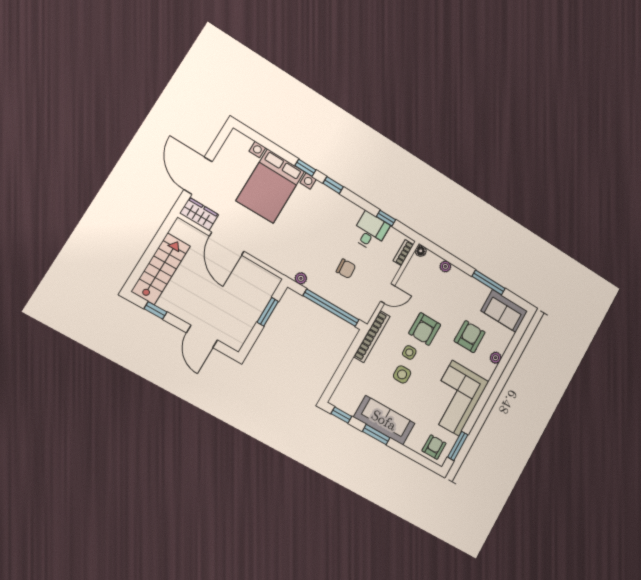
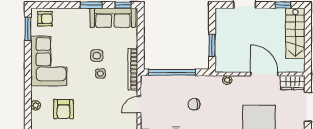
chair: (346, 269) -> (194, 104), moved
plant: (301, 278) -> (227, 80), moved
armchair: (425, 329) -> (99, 96), removed
sofa: (384, 420) -> (113, 18), moved
armchair: (434, 447) -> (45, 19), turned -90

